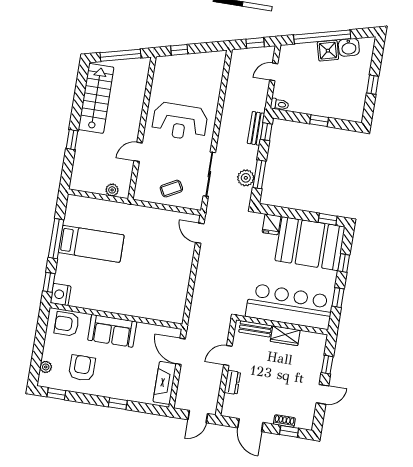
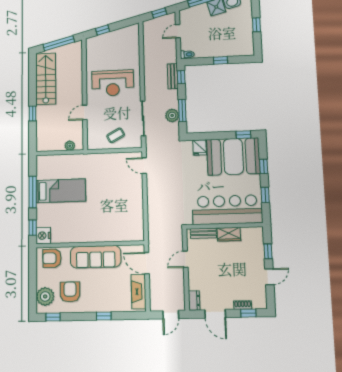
sofa: (112, 331) -> (96, 257), width x1.36
plant: (46, 367) -> (45, 296), width x1.87, depth x1.87
dresser: (232, 382) -> (194, 301), moved

